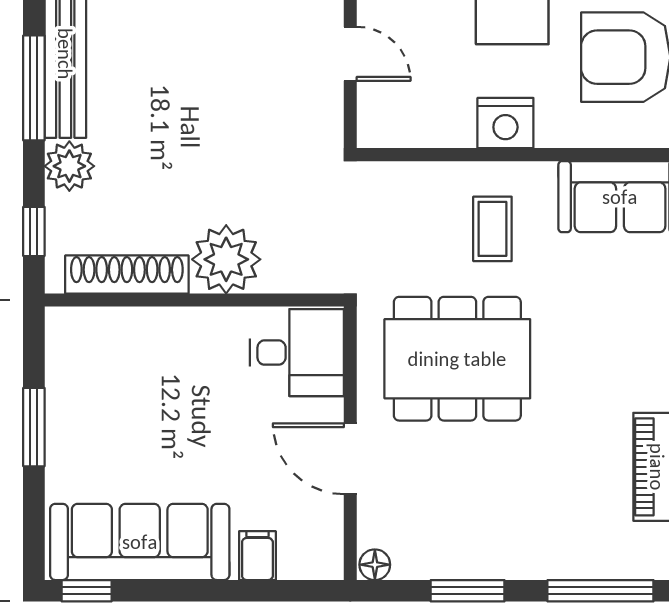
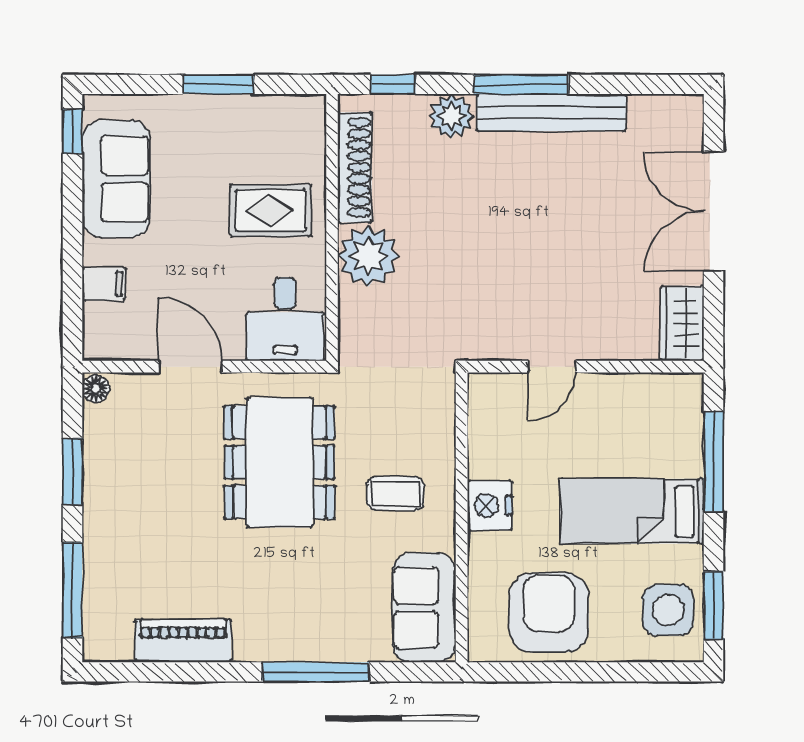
rug: (175, 369) -> (271, 210), added
door: (350, 459) -> (190, 367), hinge flipped
sofa: (140, 542) -> (116, 179), width x0.73

